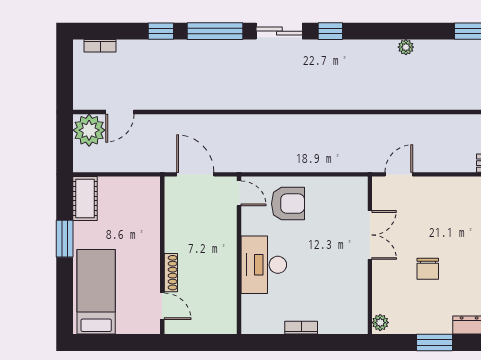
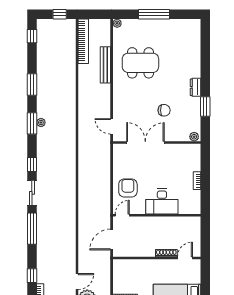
window: (161, 31) -> (32, 276), moved
window: (404, 31) -> (32, 123), added
door: (120, 112) -> (77, 282), hinge flipped
double door: (370, 235) -> (145, 142), width x1.37

